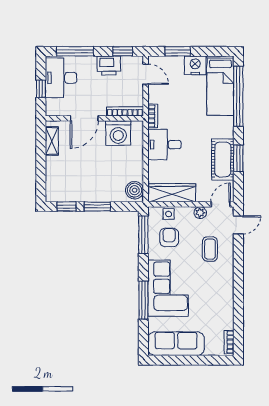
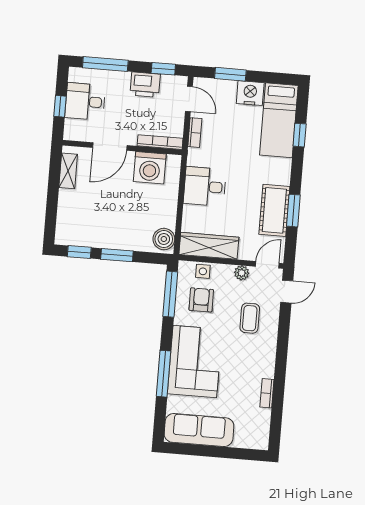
desk: (61, 78) -> (85, 101), width x0.73
window: (238, 96) -> (300, 135), width x0.32
bookcase: (153, 116) -> (195, 133), moved
bookcase: (229, 342) -> (267, 393), moved

